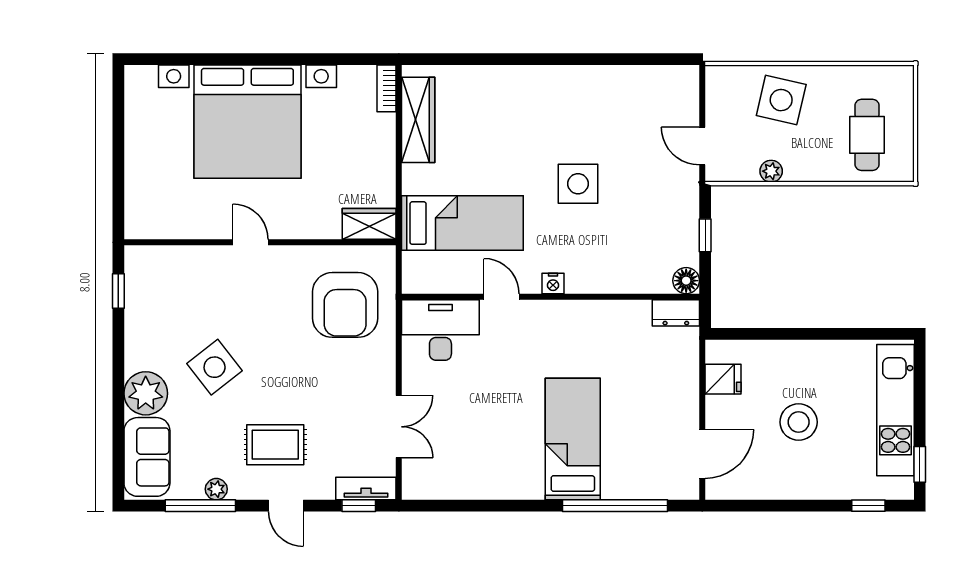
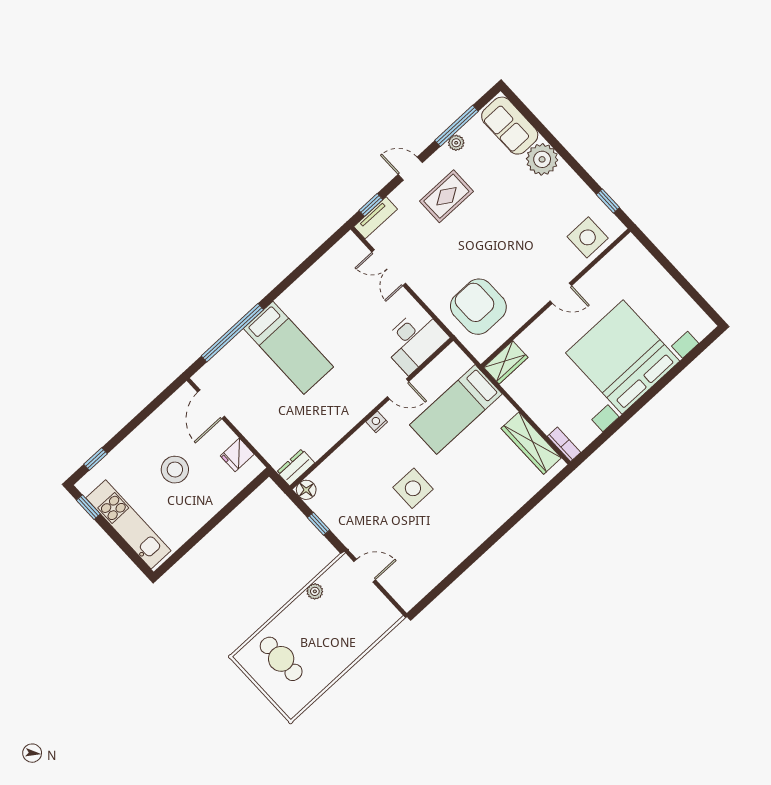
side table: (781, 100) -> (345, 635), removed
side table: (215, 367) -> (588, 237), moved, turned 38

